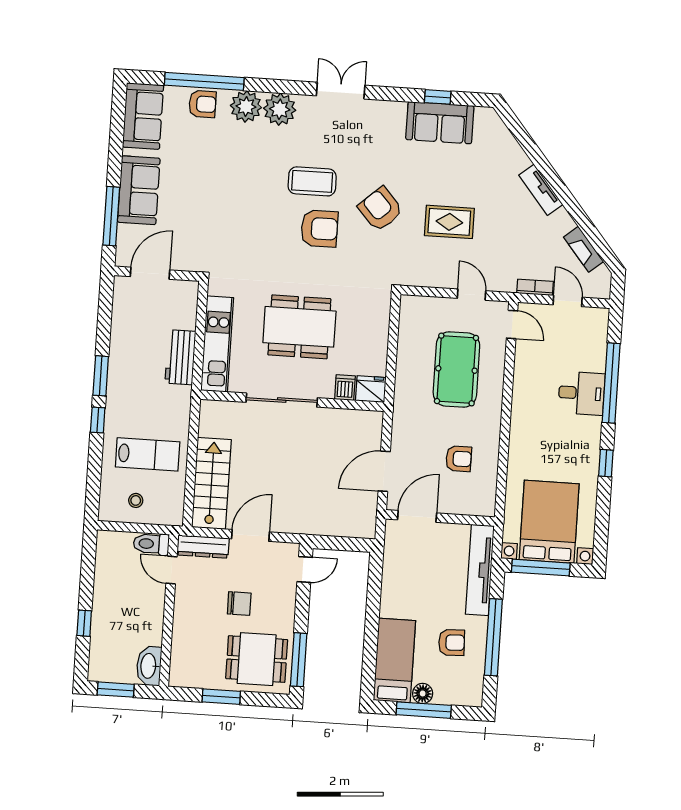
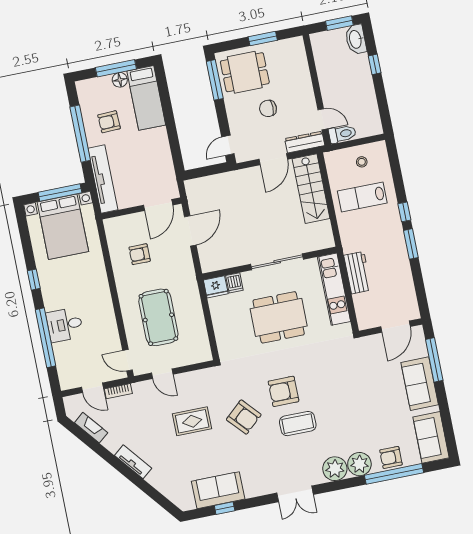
washbasin: (149, 666) -> (356, 39), moved, turned 180

